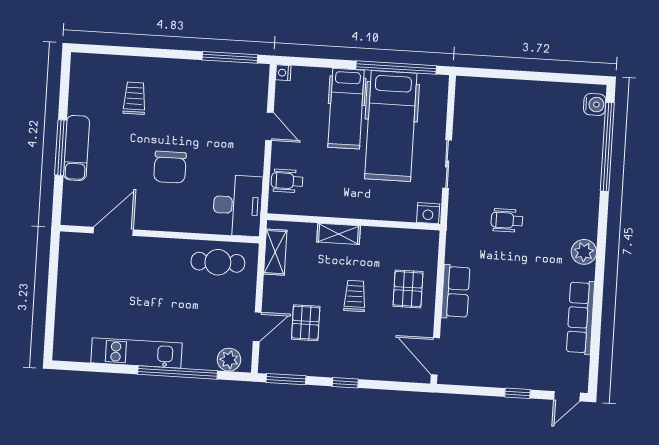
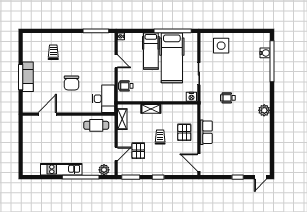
water cooler: (595, 104) -> (265, 53), moved
side table: (499, 106) -> (221, 46), added
row of seats: (581, 318) -> (265, 141), removed

